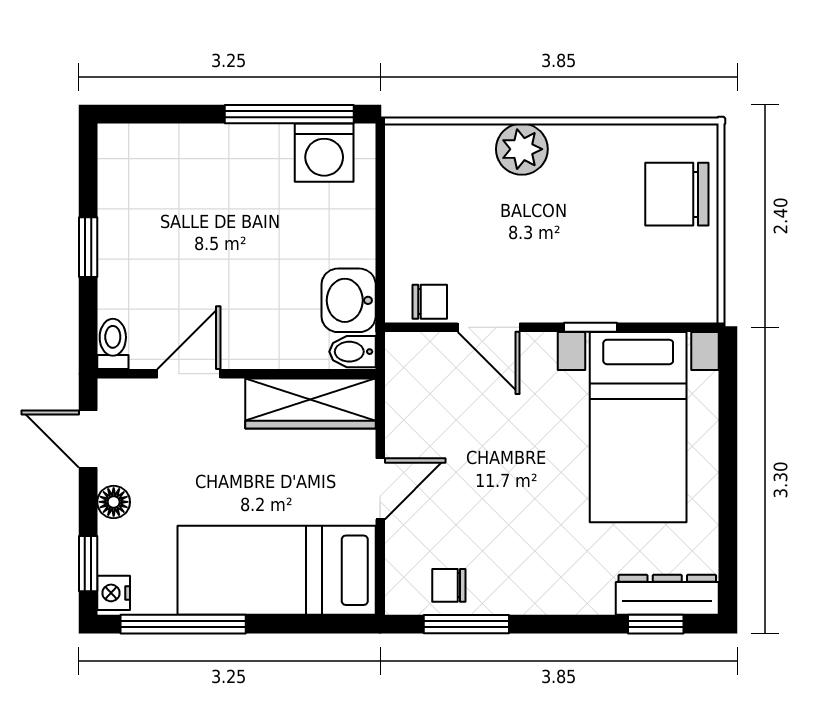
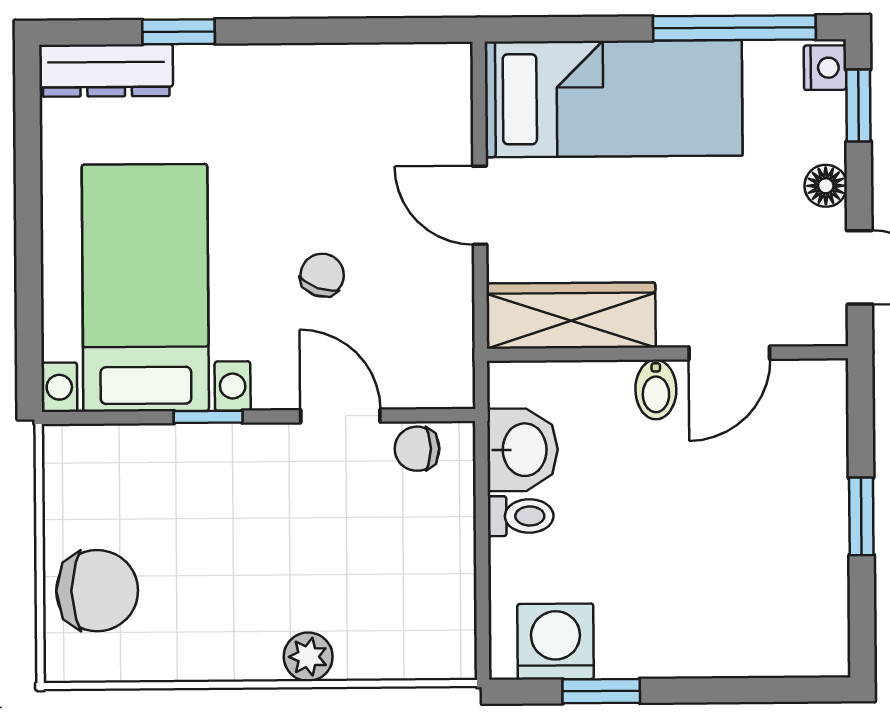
window: (289, 114) -> (601, 691), width x0.46
plant: (522, 149) -> (308, 657), width x0.73, depth x0.73
toilet: (113, 344) -> (521, 516), moved, turned -90
bidet: (352, 352) -> (656, 390), moved, turned 90
door: (380, 489) -> (480, 205), hinge flipped
chair: (449, 585) -> (322, 275), moved, turned -70
window: (466, 624) -> (367, 30), removed
window: (656, 624) -> (178, 32), moved

